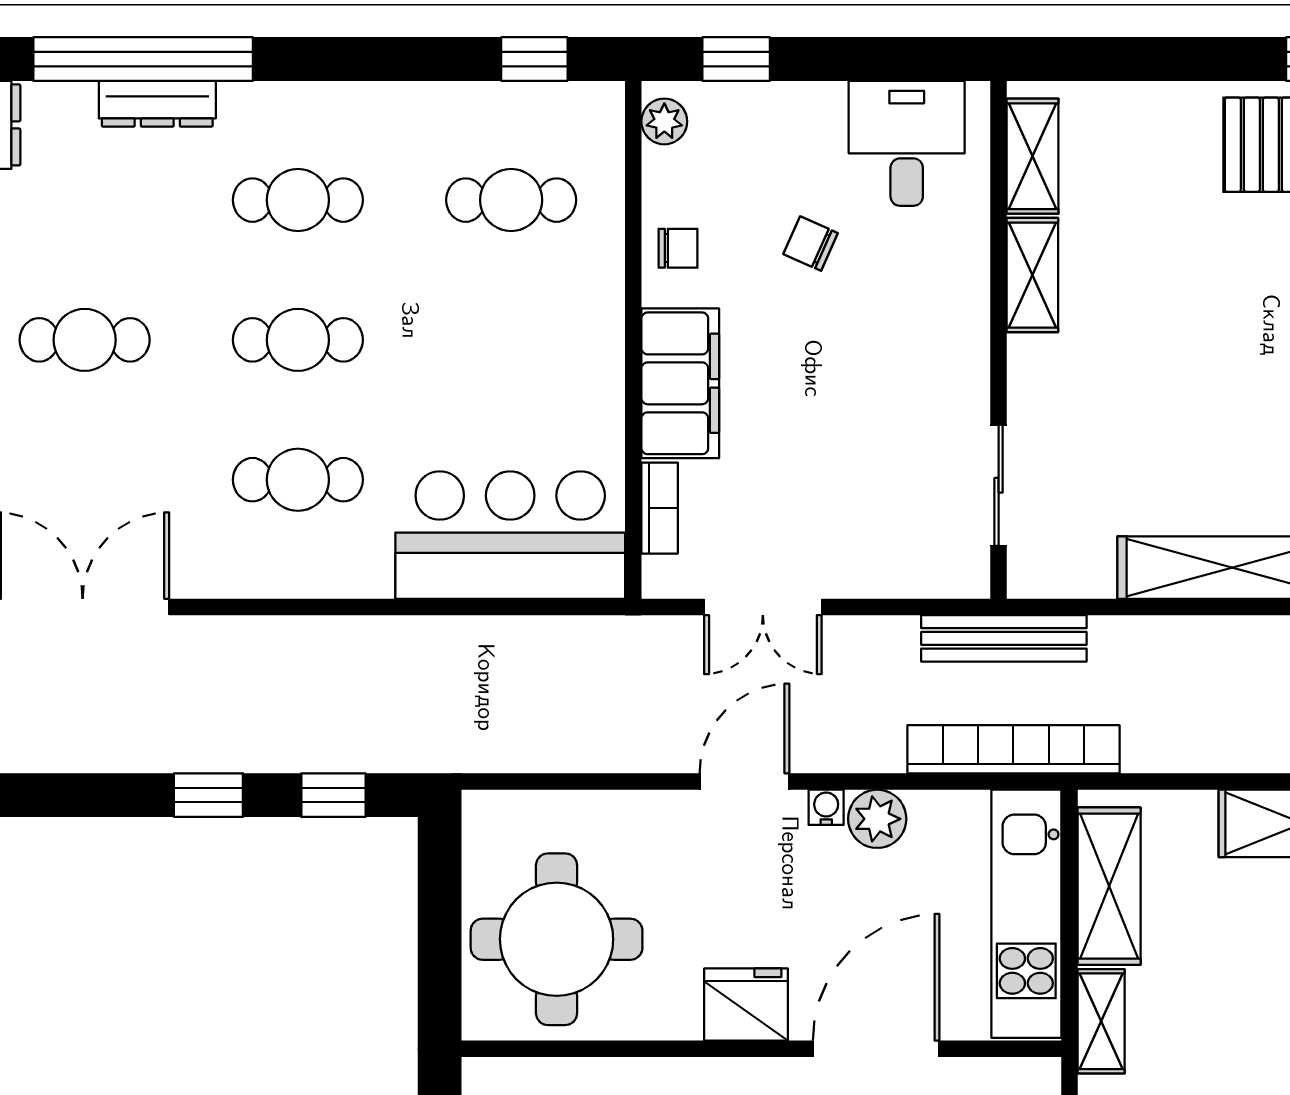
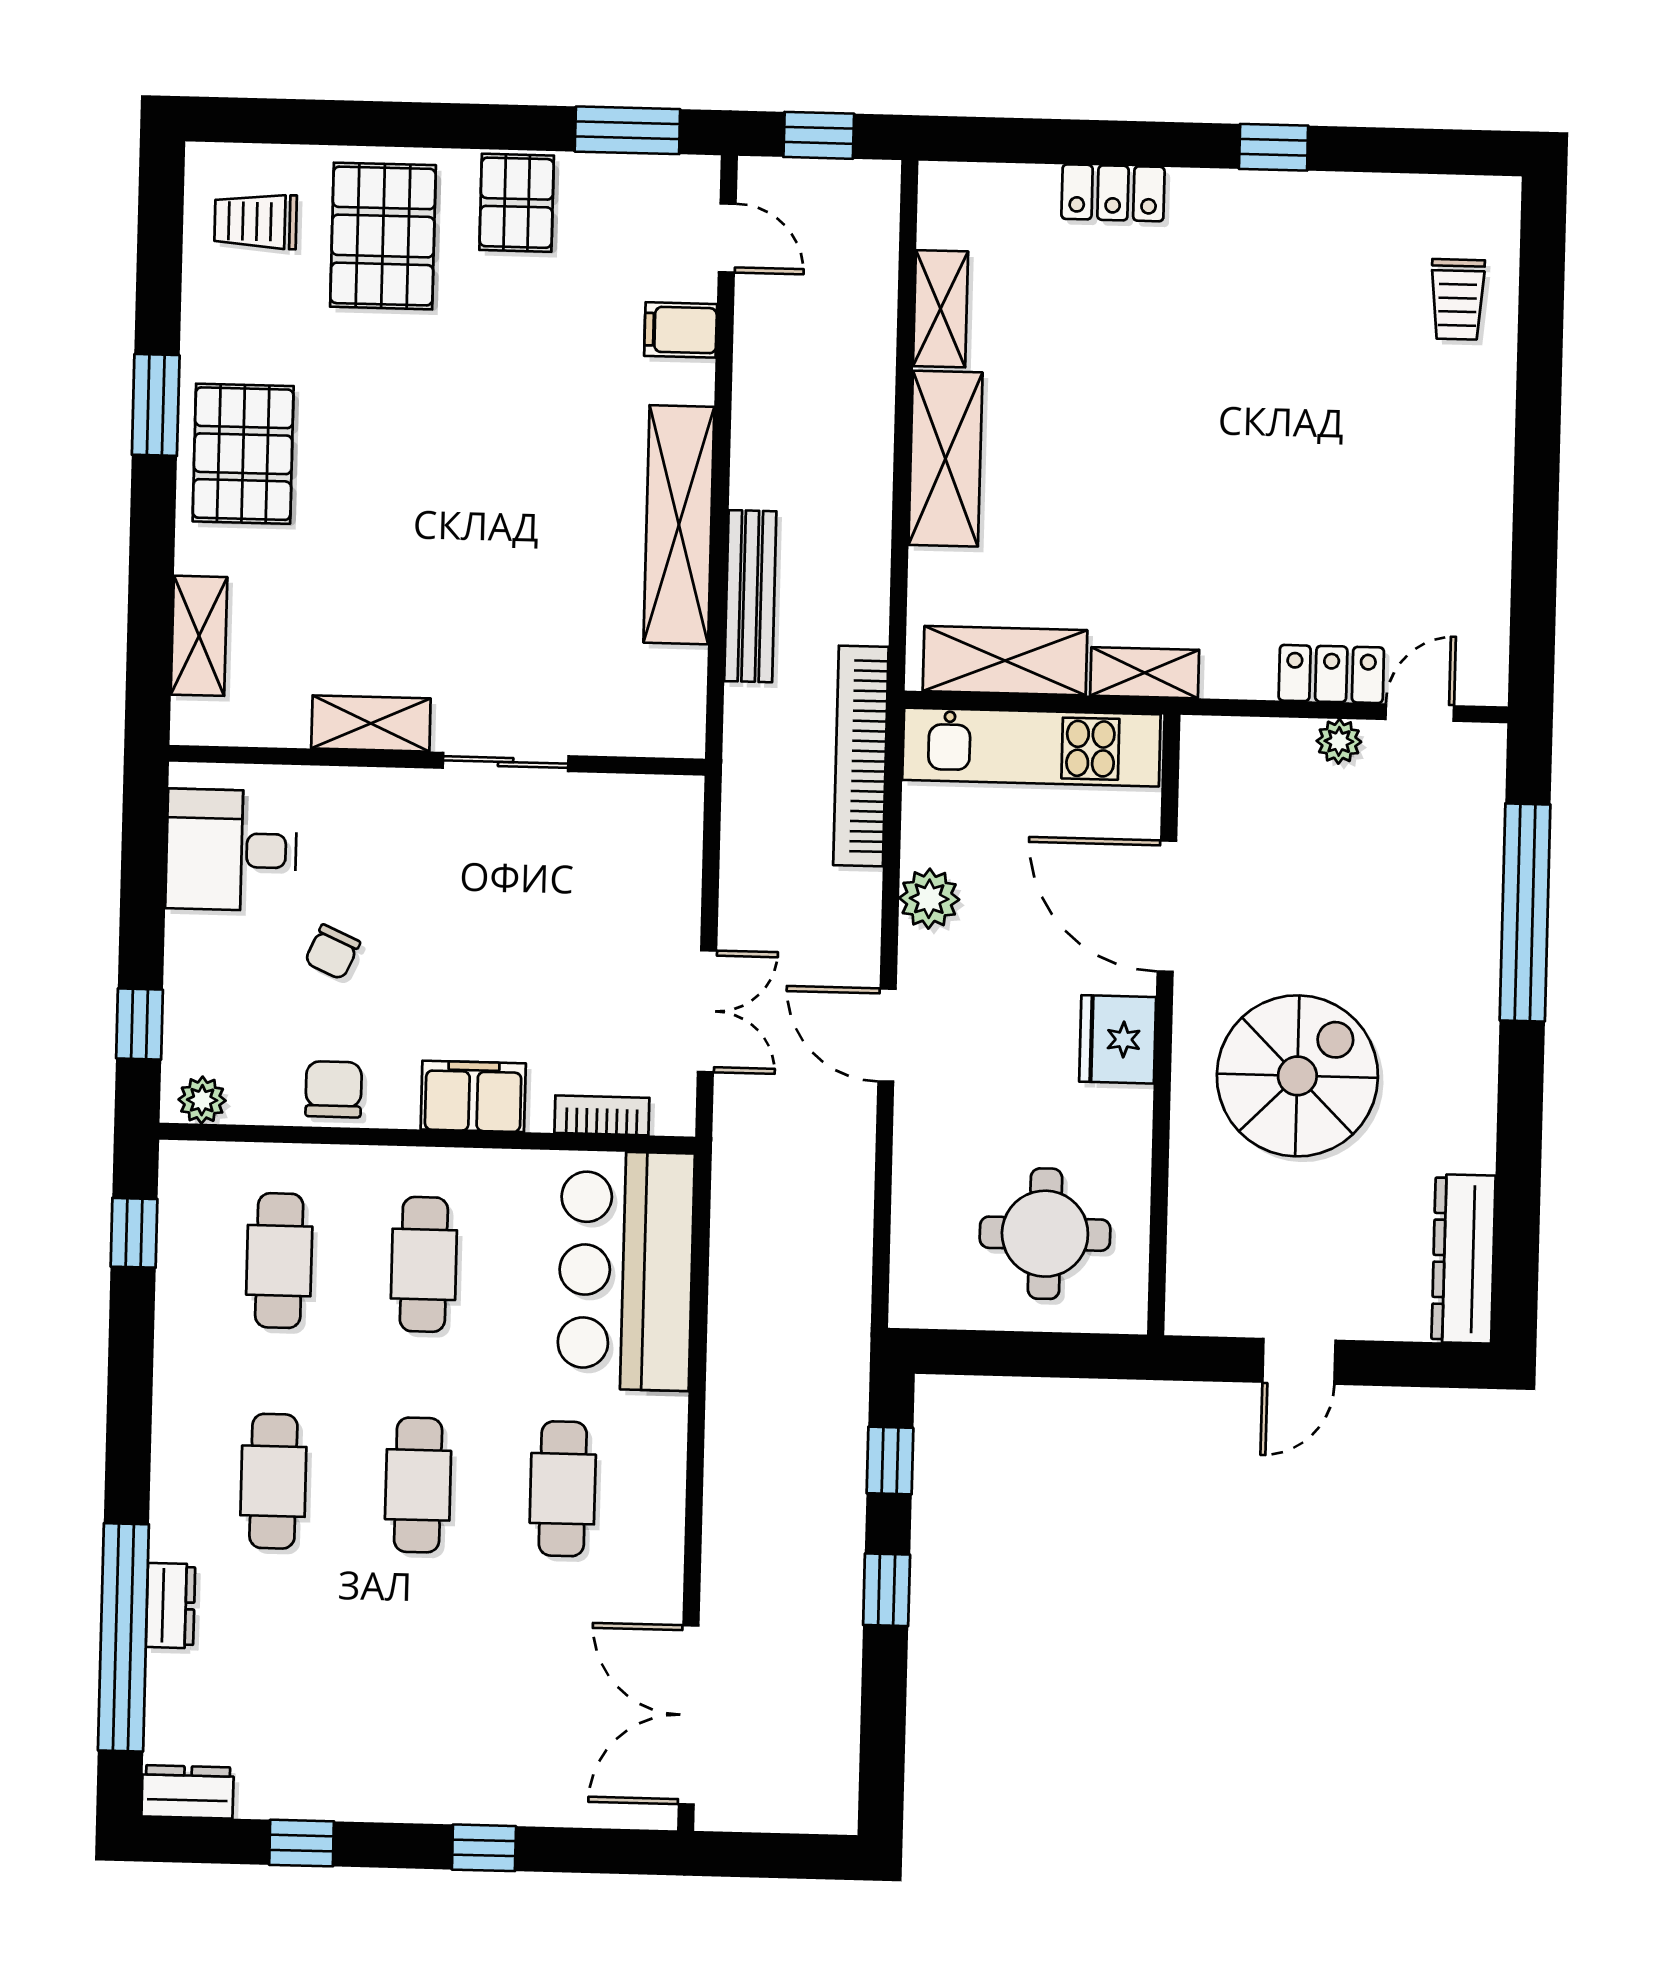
dresser: (157, 104) -> (171, 1605), width x0.70
shelving: (1033, 156) -> (199, 636), moved, turned 90
chair: (678, 248) -> (334, 1089), width x1.37, depth x1.37
cafe table: (85, 340) -> (424, 1264), moved
filing cabinet: (680, 383) -> (473, 1096), width x0.67, depth x0.86
sliding door: (999, 485) -> (506, 762), moved
bench: (1004, 638) -> (750, 596), moved
water cooler: (826, 807) -> (916, 951), removed
round table: (557, 939) -> (1045, 1234), width x0.73, depth x0.73

